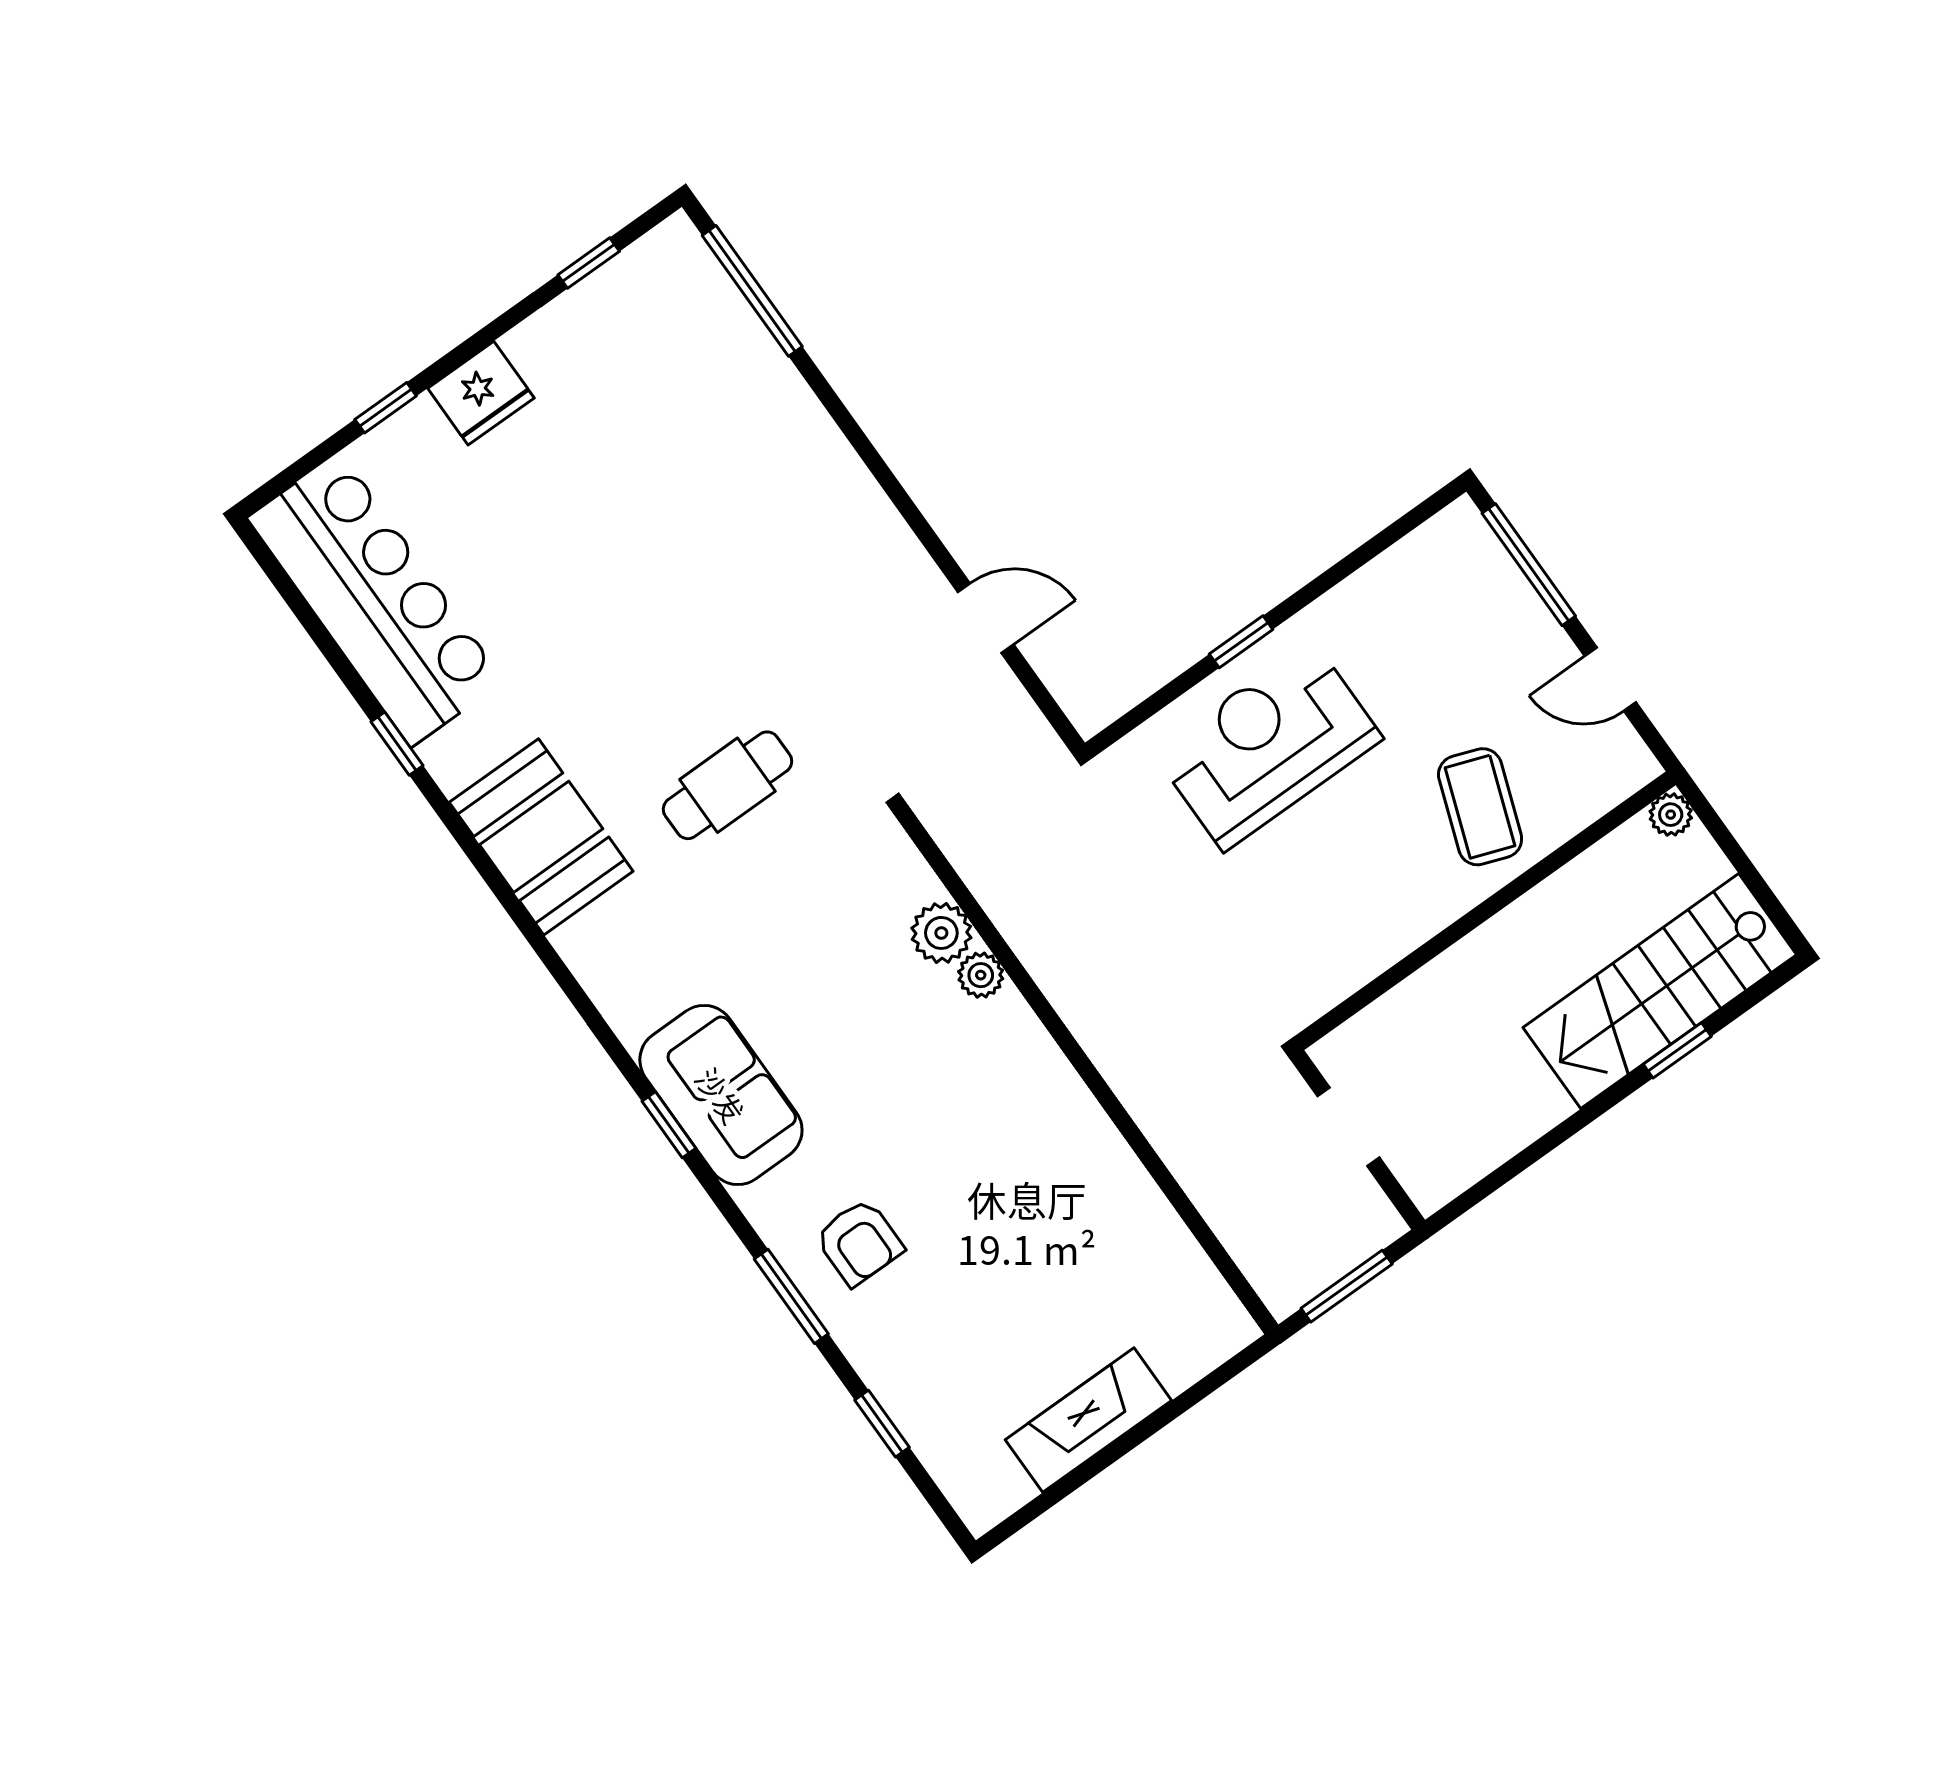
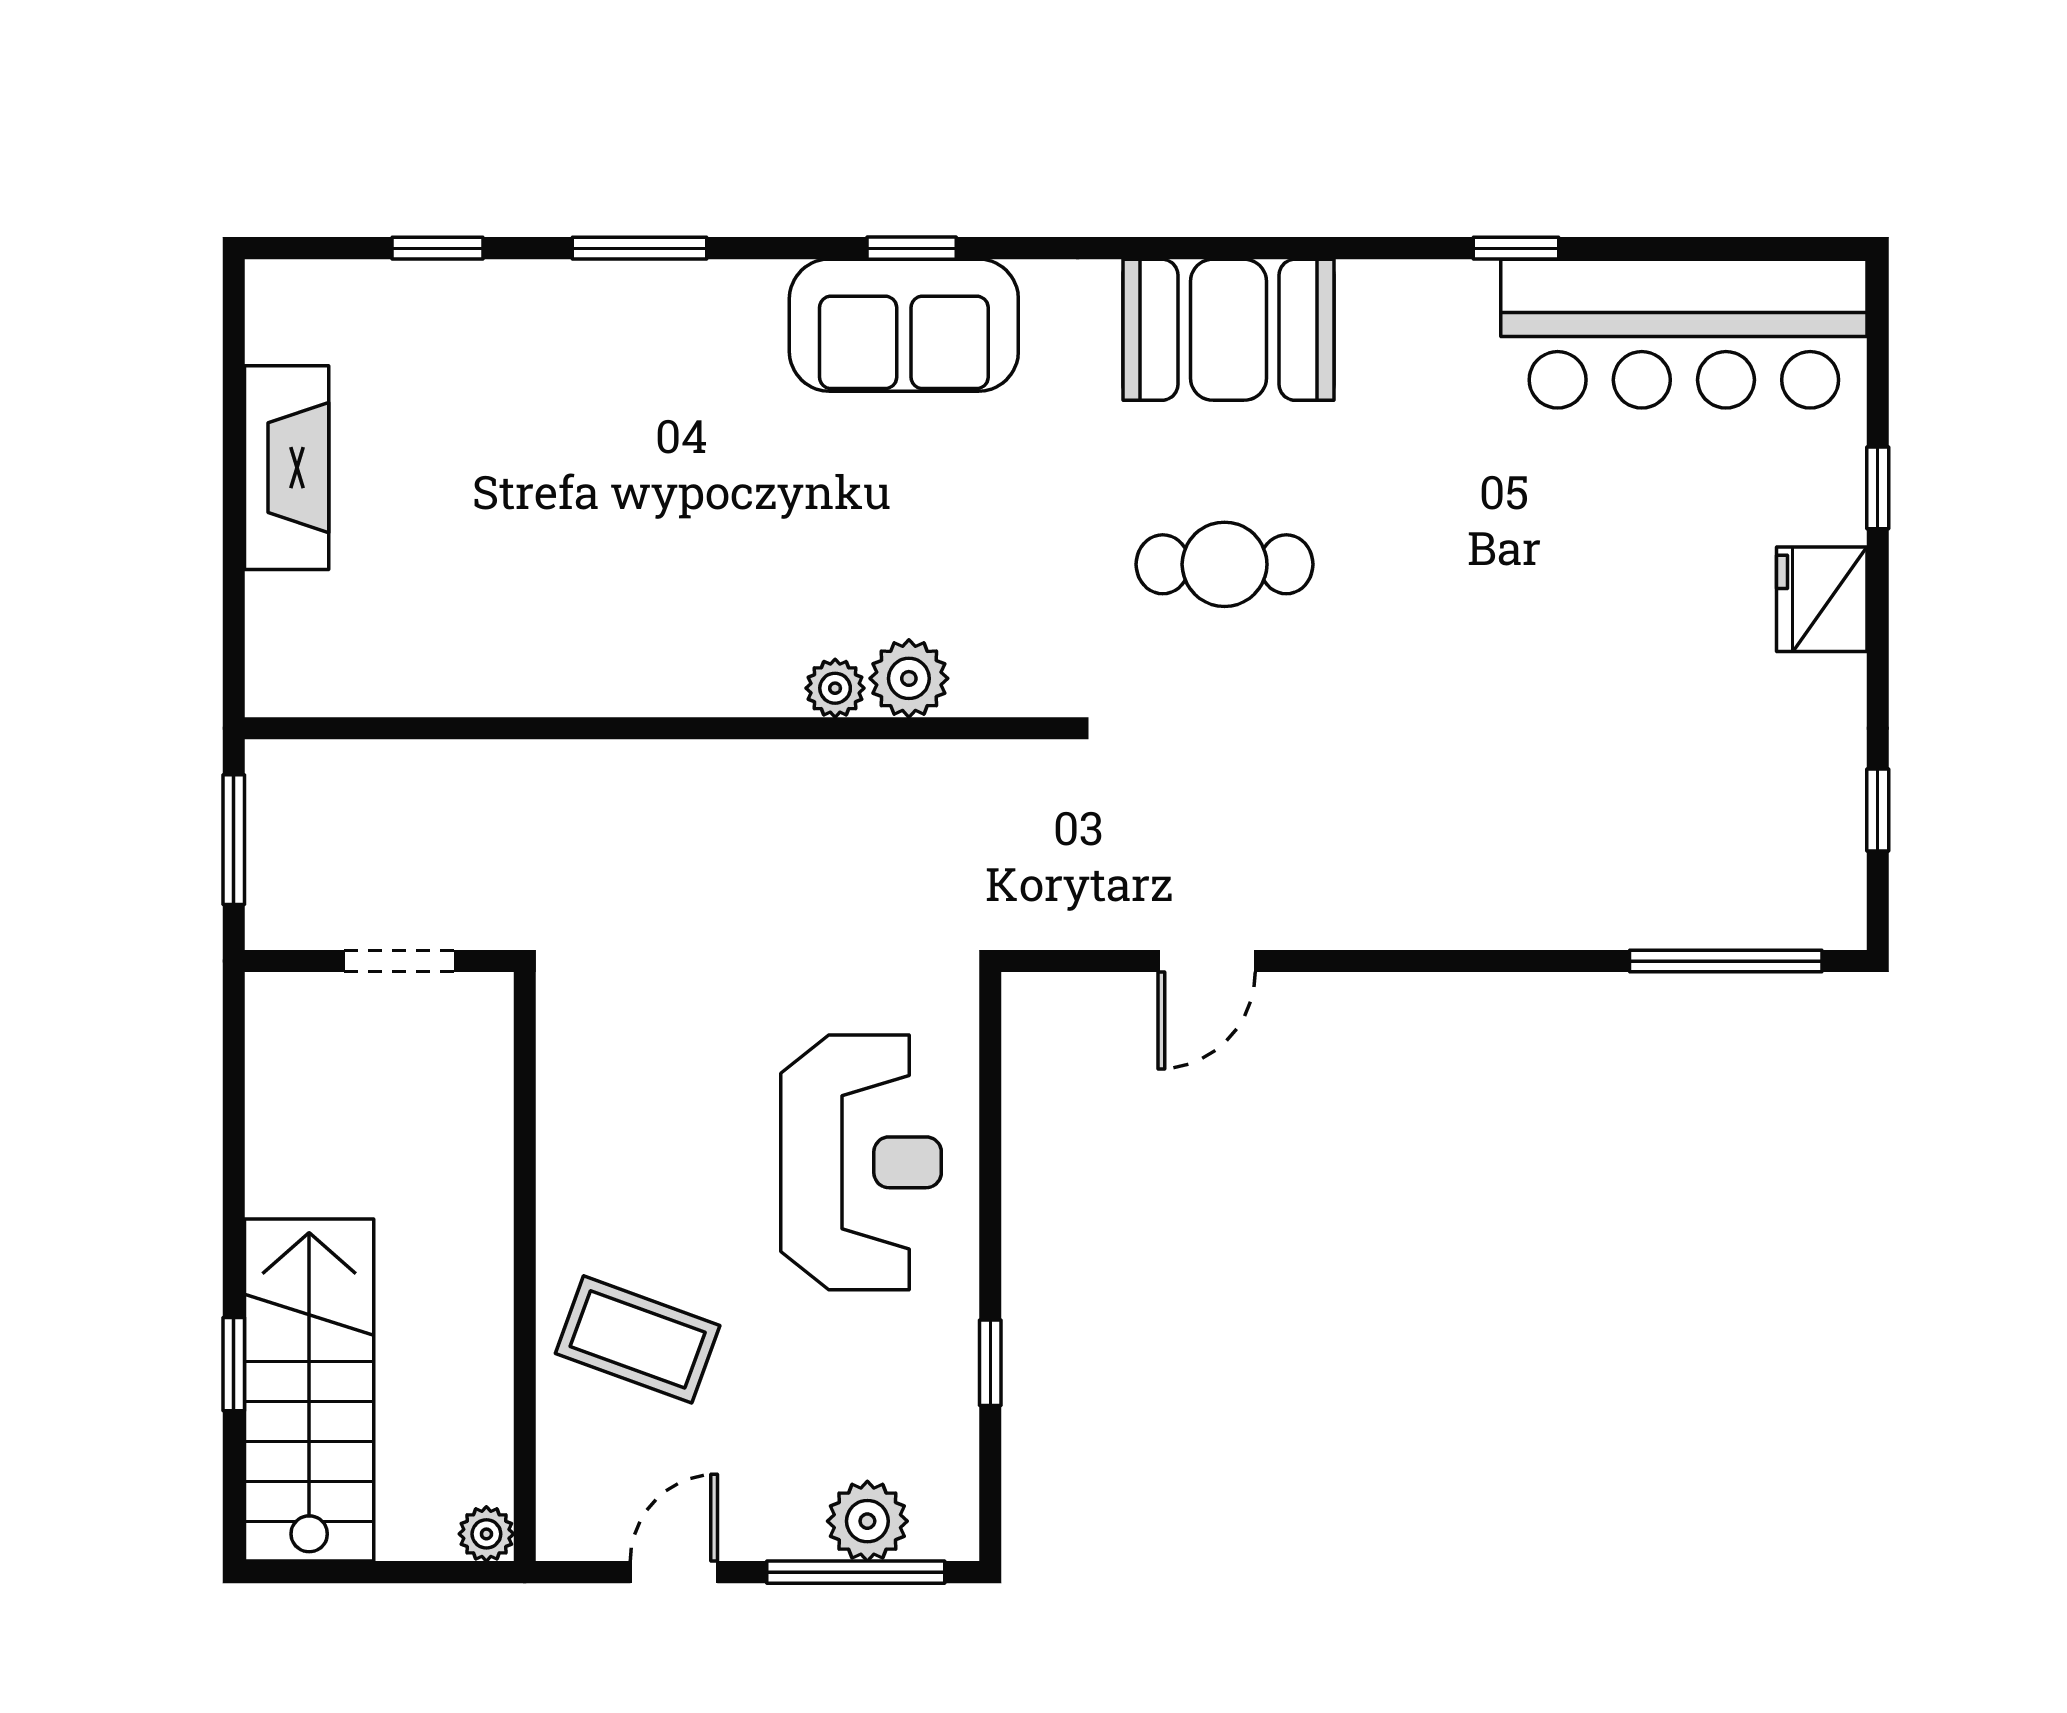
plant: (1491, 580) -> (867, 1521), added
window: (1241, 642) -> (990, 1363), moved
cafe table: (728, 785) -> (1225, 564), turned 90
booth: (541, 837) -> (1228, 330), moved
armchair: (859, 1242) -> (645, 360), removed

